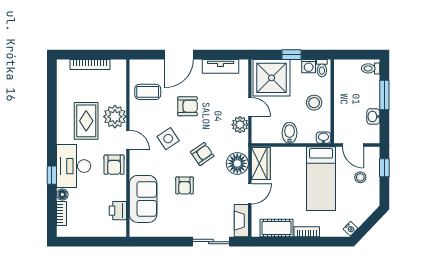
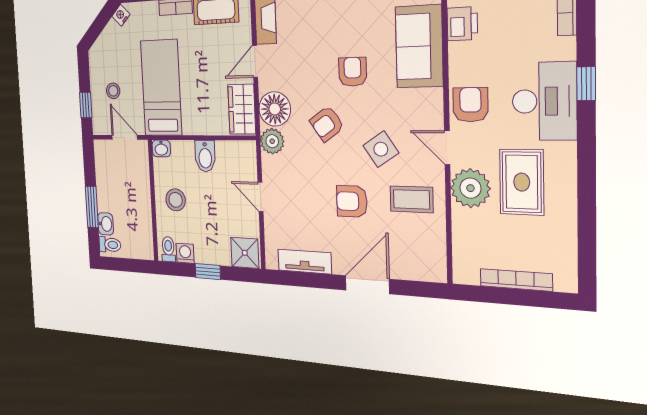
shower: (272, 78) -> (245, 253), width x0.54, depth x0.54
coffee table: (148, 92) -> (412, 199), moved
washbasin: (373, 116) -> (106, 224), moved
plant: (240, 125) -> (272, 141), moved
floor lamp: (62, 194) -> (566, 48), removed

